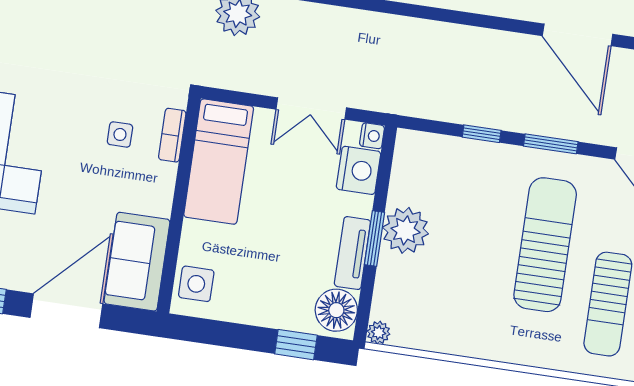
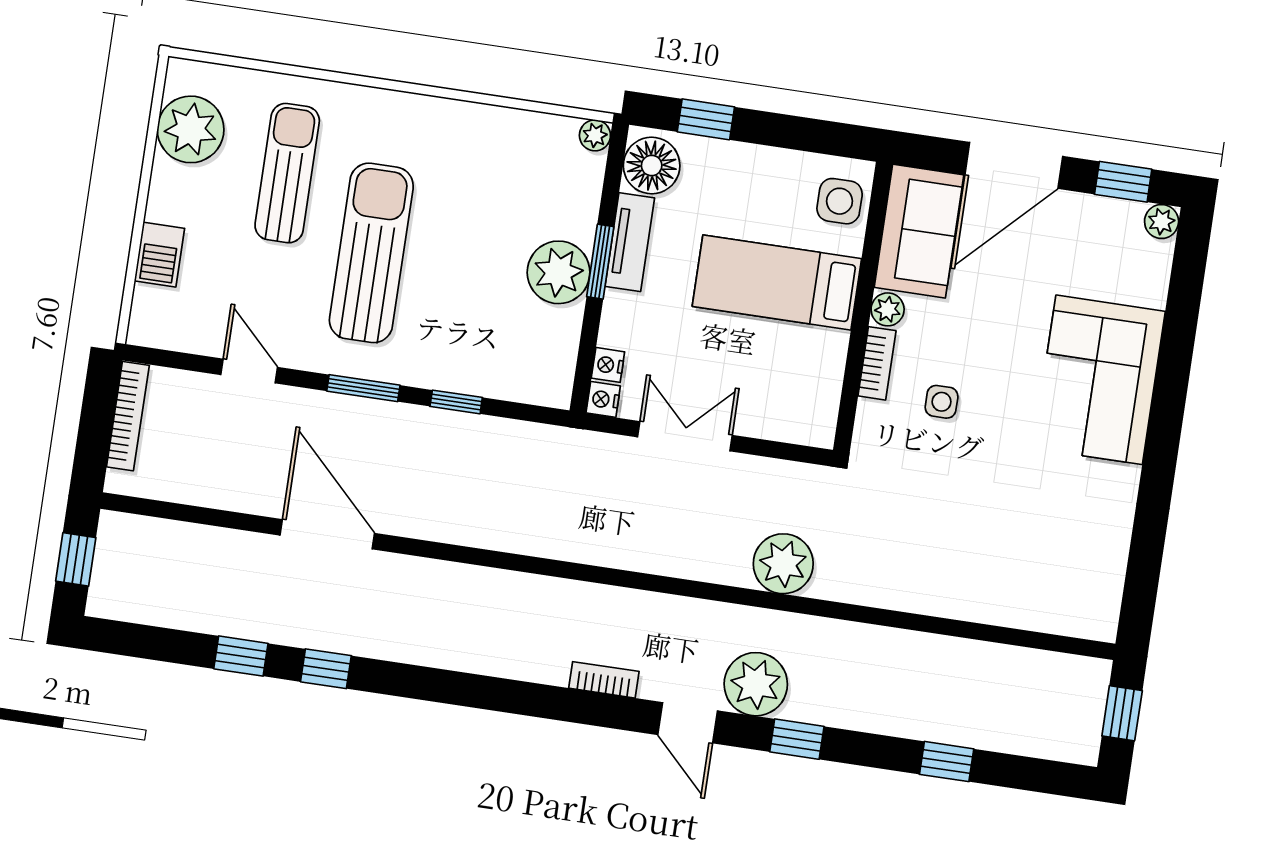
bookcase: (172, 135) -> (877, 363), moved
bed: (219, 162) -> (777, 283), moved, turned -90
nightstand: (358, 170) -> (608, 365), width x0.53, depth x0.56
plant: (160, 203) -> (888, 309), added
sun lounger: (545, 245) -> (371, 253), turned 180

